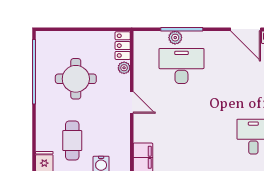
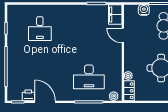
plant: (175, 38) -> (114, 96), moved
door: (132, 103) -> (123, 35), moved

